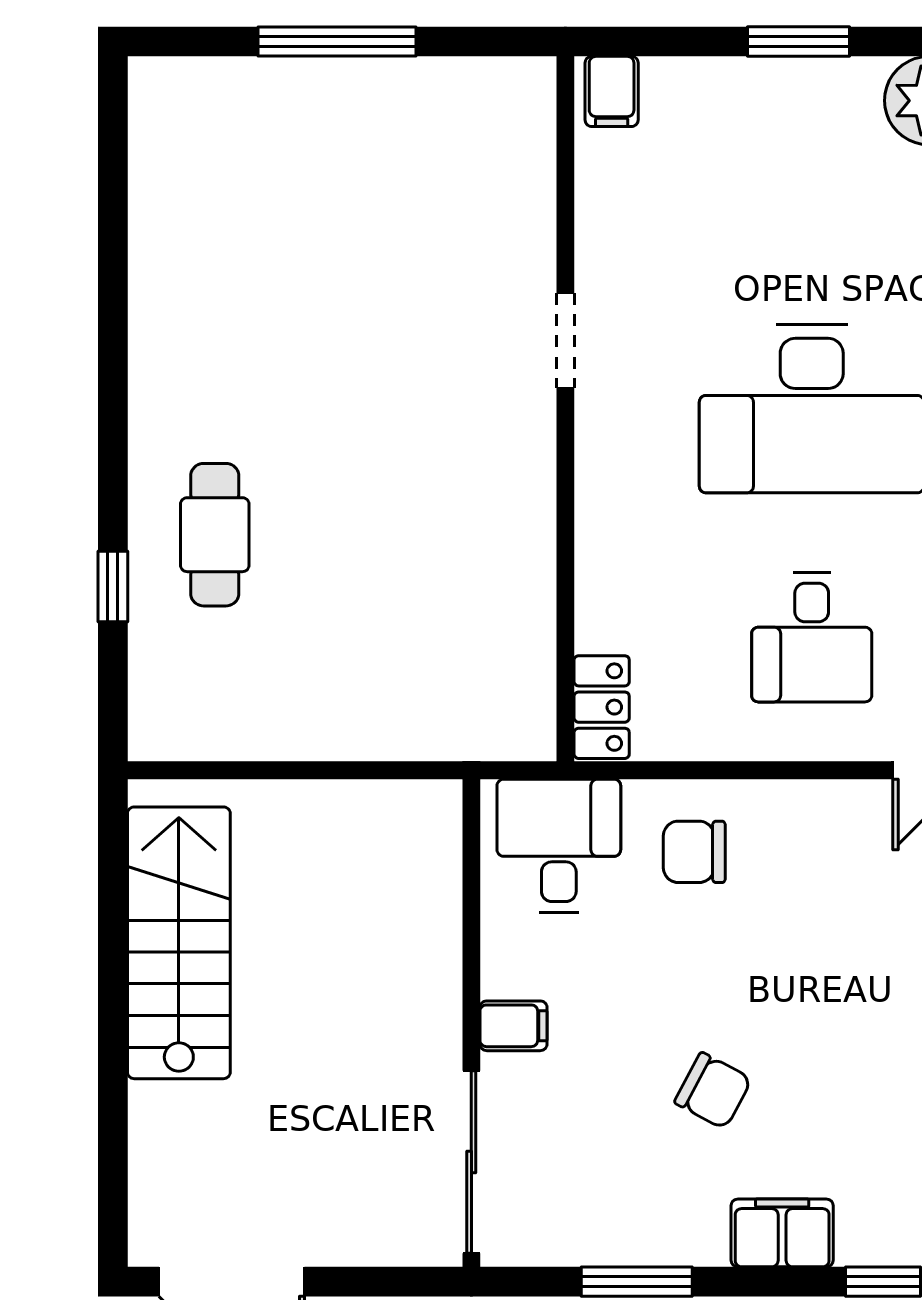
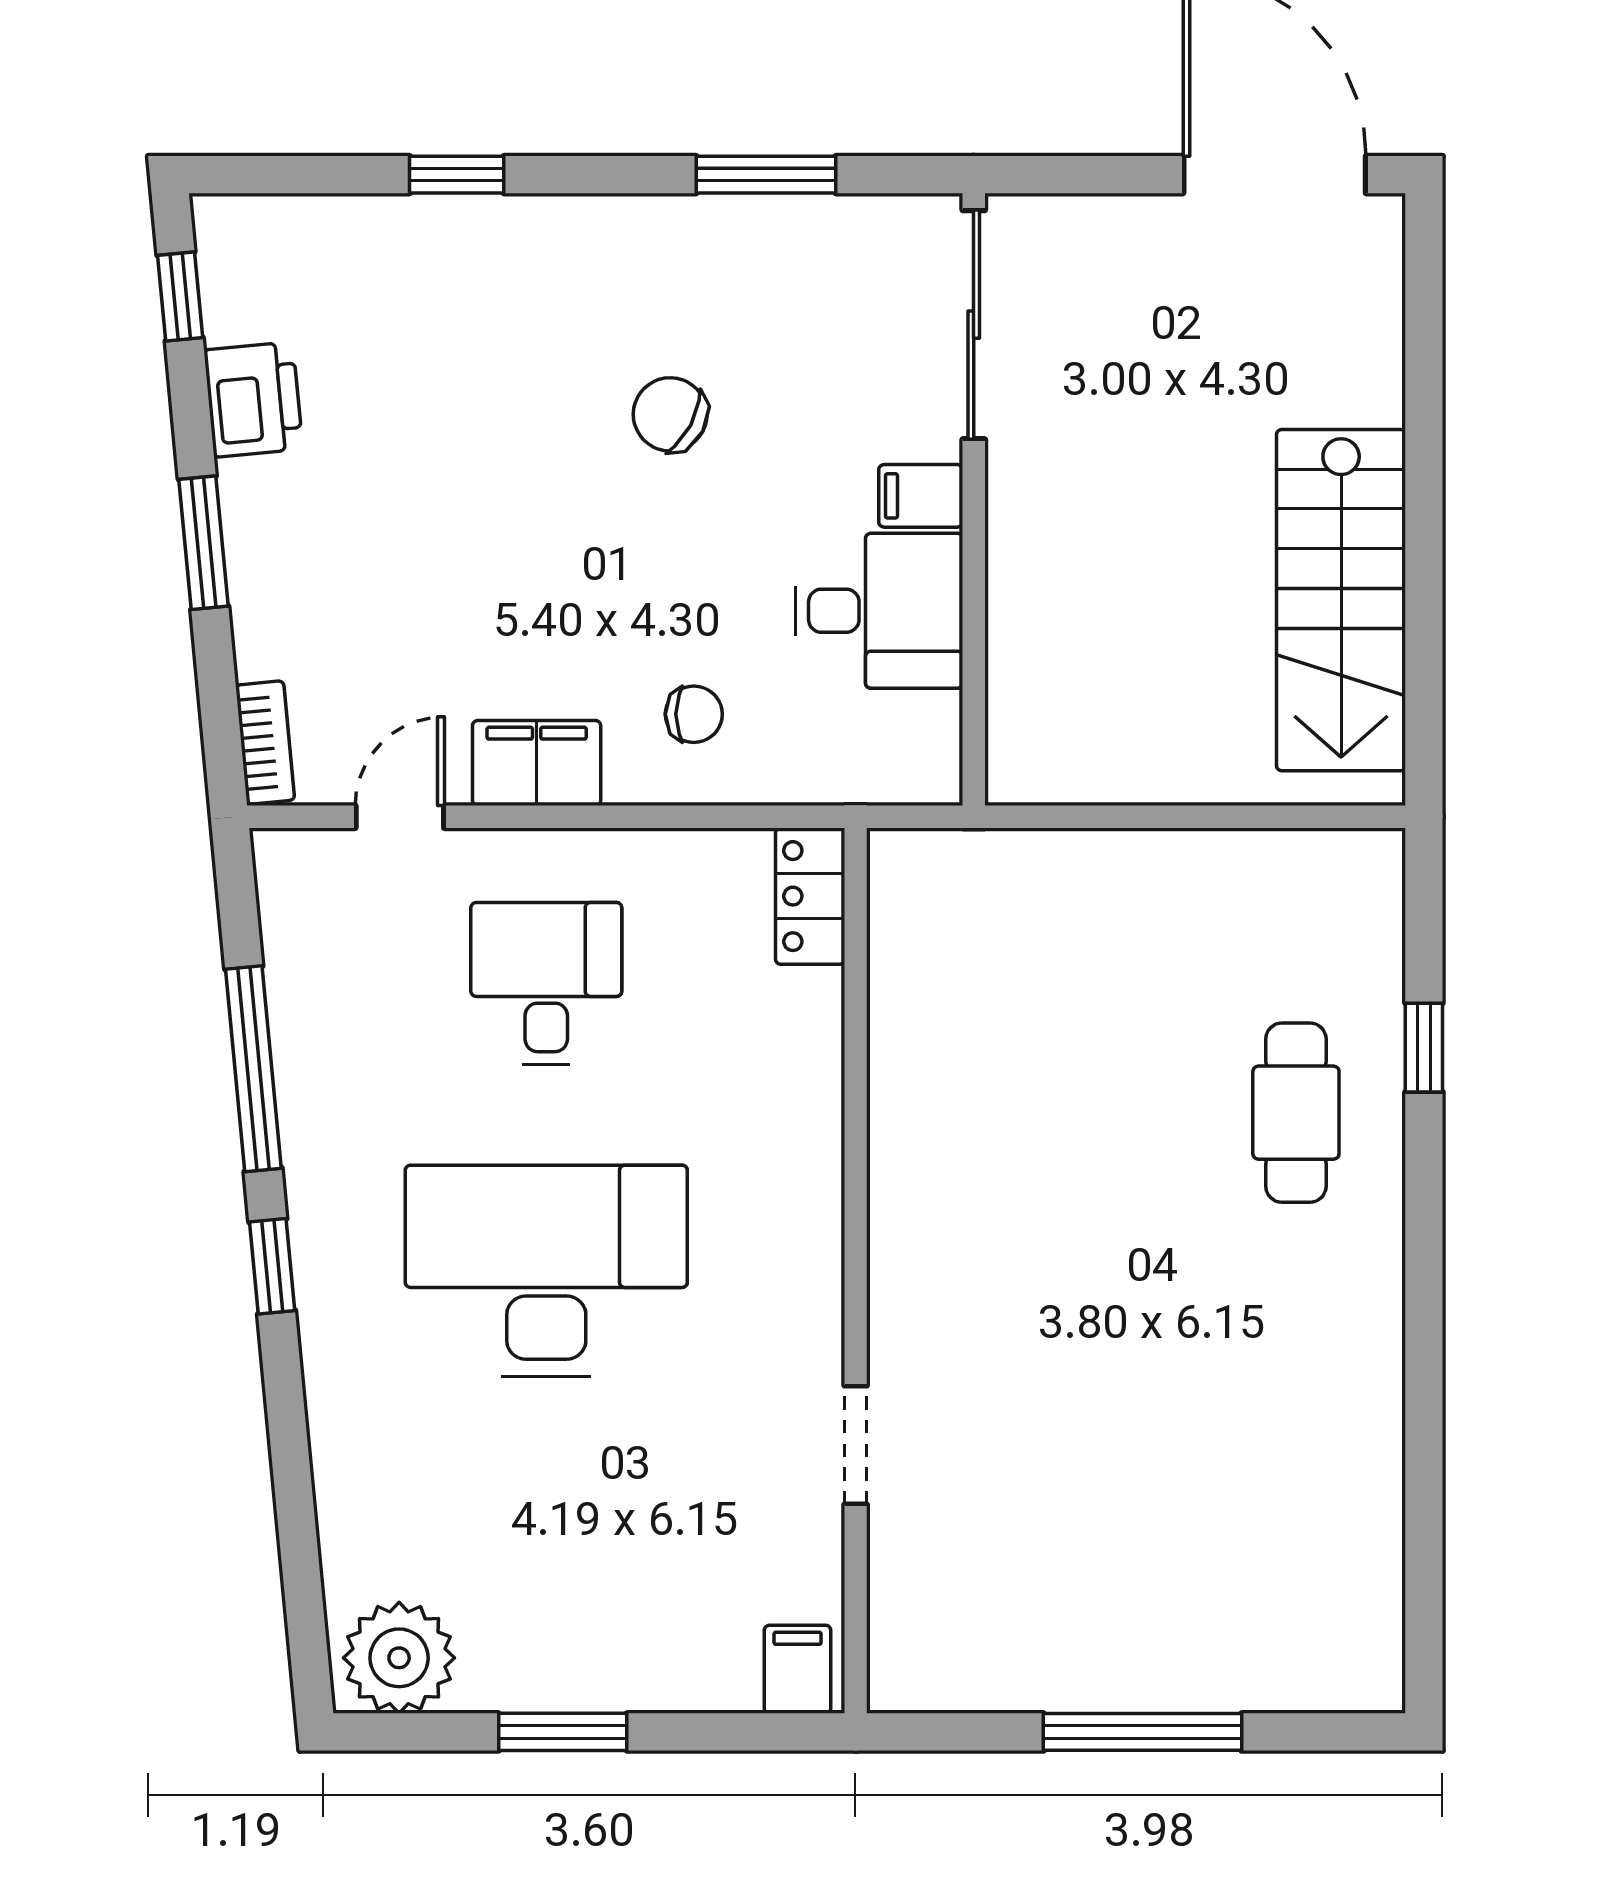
doorway: (565, 341) -> (856, 1445), moved
desk: (559, 846) -> (879, 611), moved, turned -90
chair: (694, 852) -> (694, 714), width x0.73, depth x0.73
filing cabinet: (782, 1233) -> (537, 763), moved, turned 180

